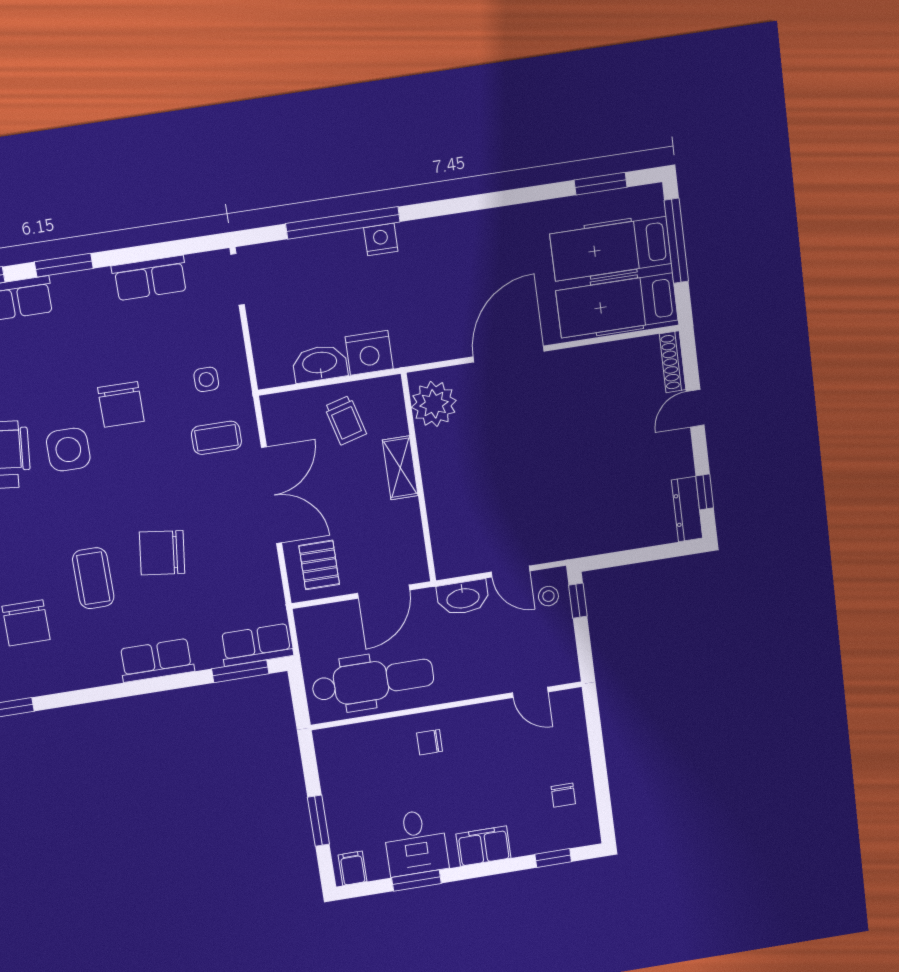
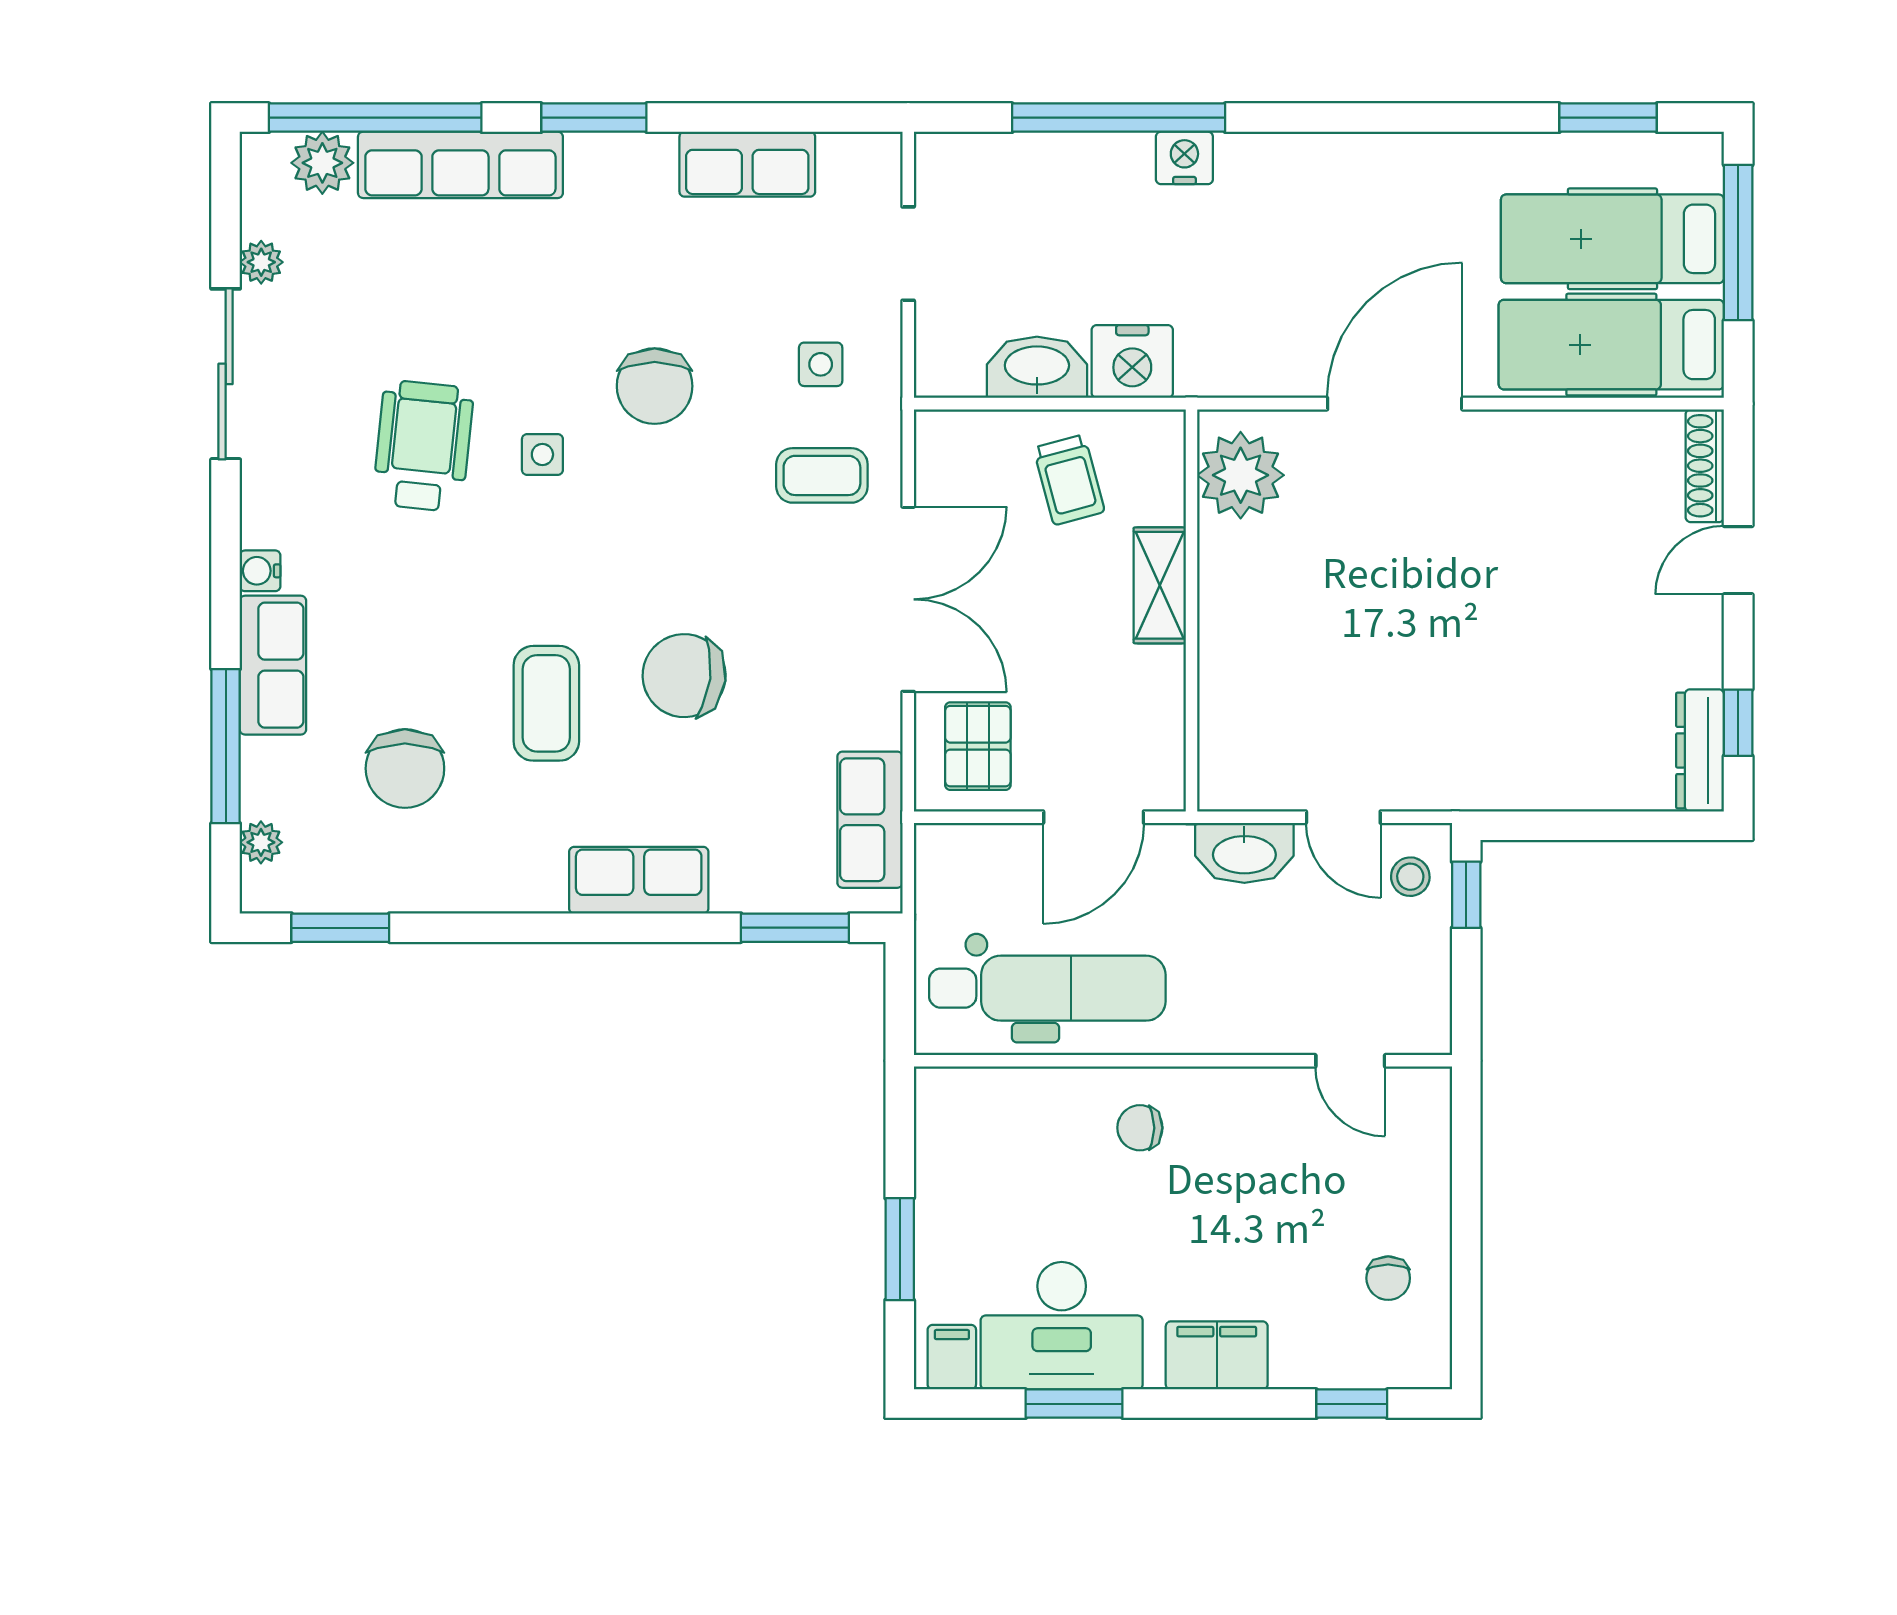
doorway: (238, 279) -> (908, 254), moved
side table: (68, 450) -> (542, 454), width x0.54, depth x0.54
row of seats: (257, 645) -> (870, 820), moved, turned -90
desk: (416, 843) -> (1062, 1326), width x1.37

